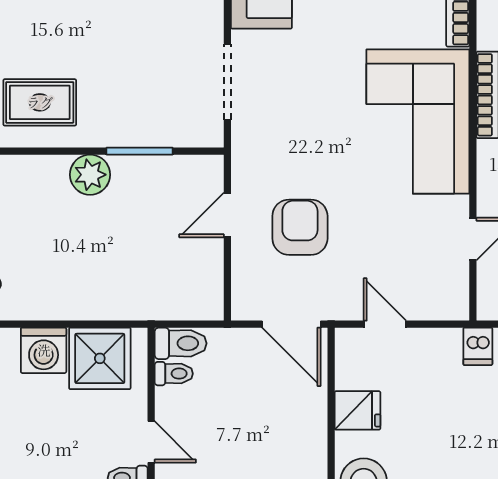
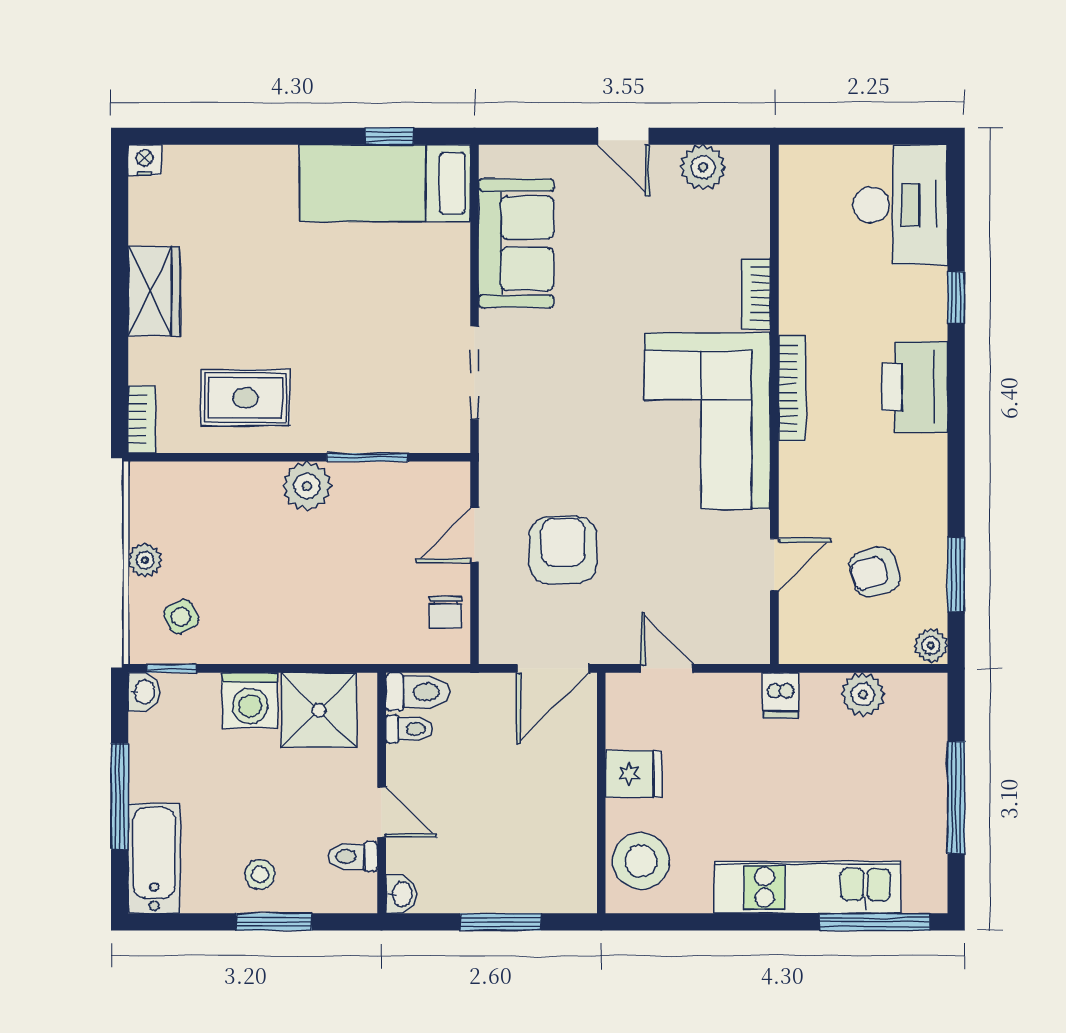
chair: (204, 278) -> (446, 612), added
door: (291, 324) -> (553, 668), hinge flipped

